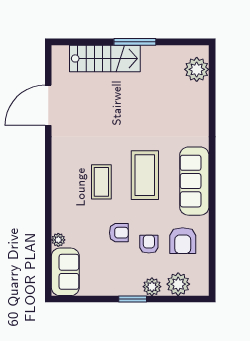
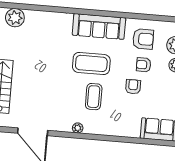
coffee table: (101, 182) -> (94, 97), turned 90
plant: (58, 240) -> (78, 128), moved

